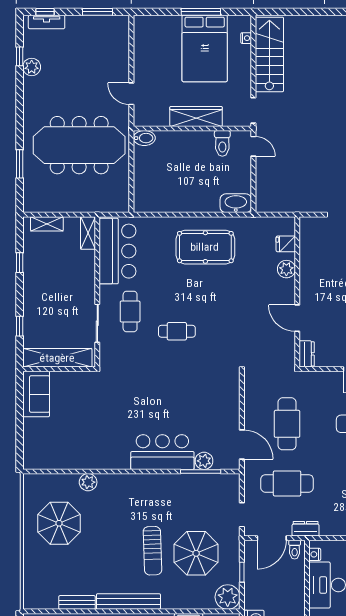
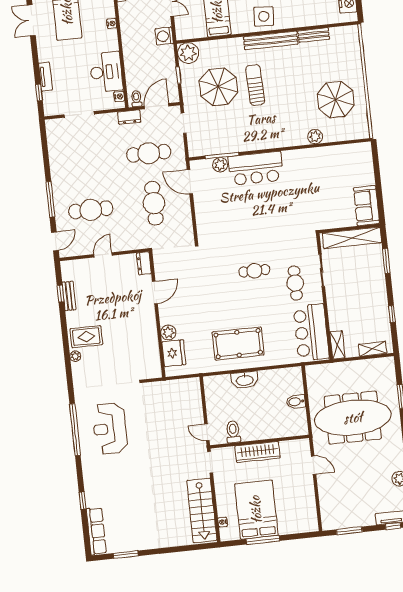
bidet: (144, 138) -> (296, 402), moved
washbasin: (236, 203) -> (245, 380), moved
fridge: (286, 244) -> (174, 353), width x1.88, depth x1.34
door: (297, 318) -> (155, 292), hinge flipped
window: (20, 326) -> (386, 261), width x1.50

